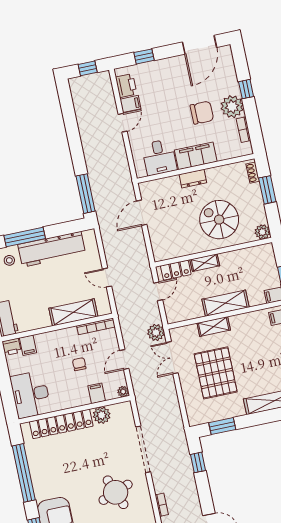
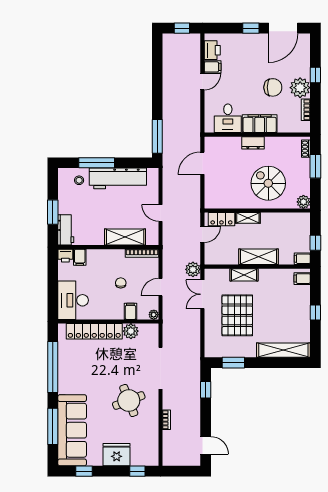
window: (144, 56) -> (251, 28), moved

